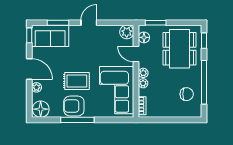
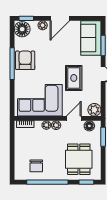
window: (29, 35) -> (26, 18), moved
dining table: (180, 49) -> (79, 159), width x0.73
rug: (77, 81) -> (74, 78), moved

